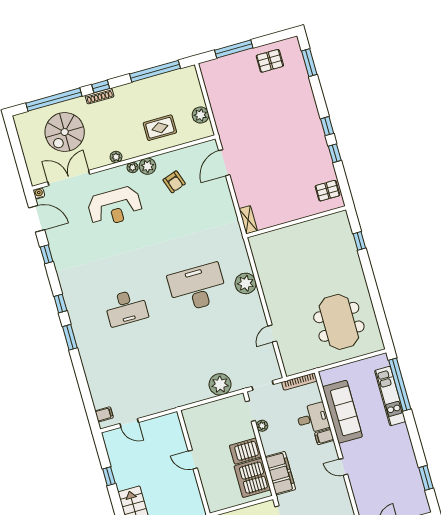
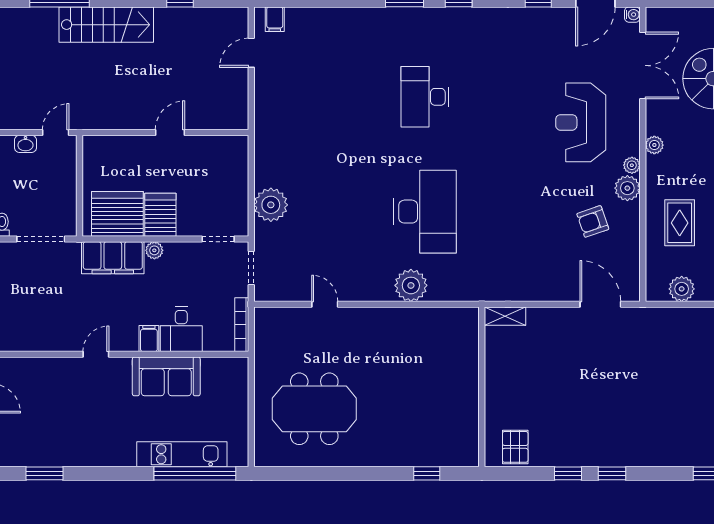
sofa: (342, 412) -> (166, 376), width x0.73
plant: (262, 426) -> (154, 250), moved

